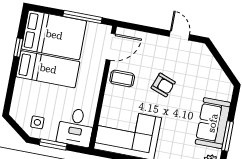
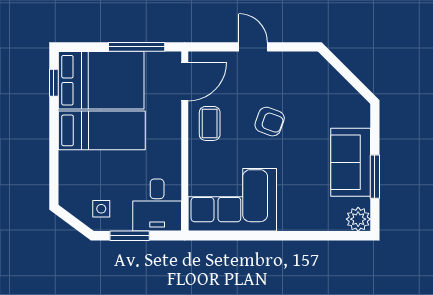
door: (179, 35) -> (253, 47), moved
window: (18, 48) -> (54, 83), moved
coffee table: (122, 78) -> (210, 123), turned 90

